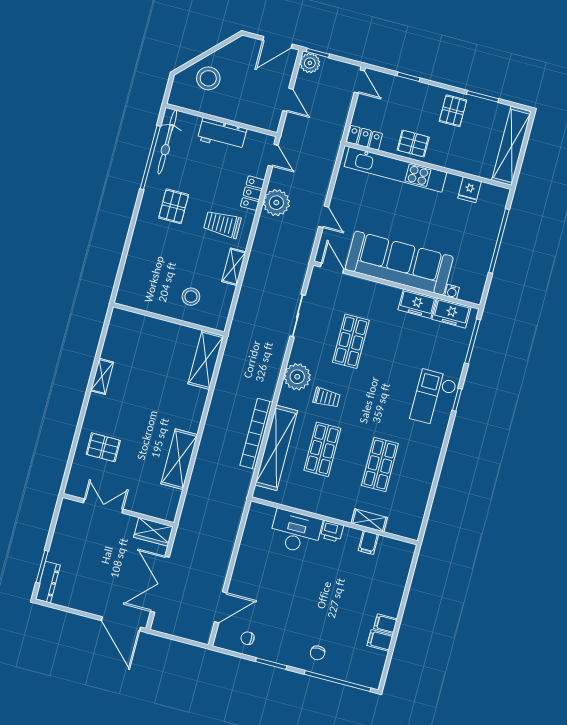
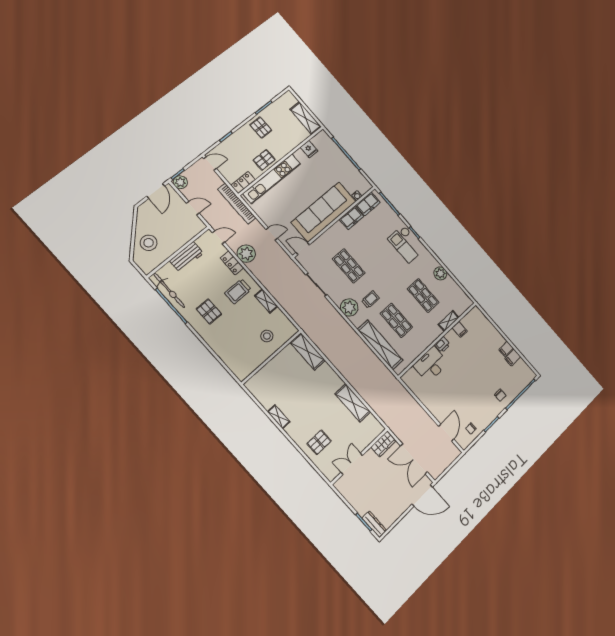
shelving: (511, 146) -> (306, 118), width x0.68
bookcase: (256, 434) -> (237, 204), moved
plant: (426, 469) -> (440, 273), added

